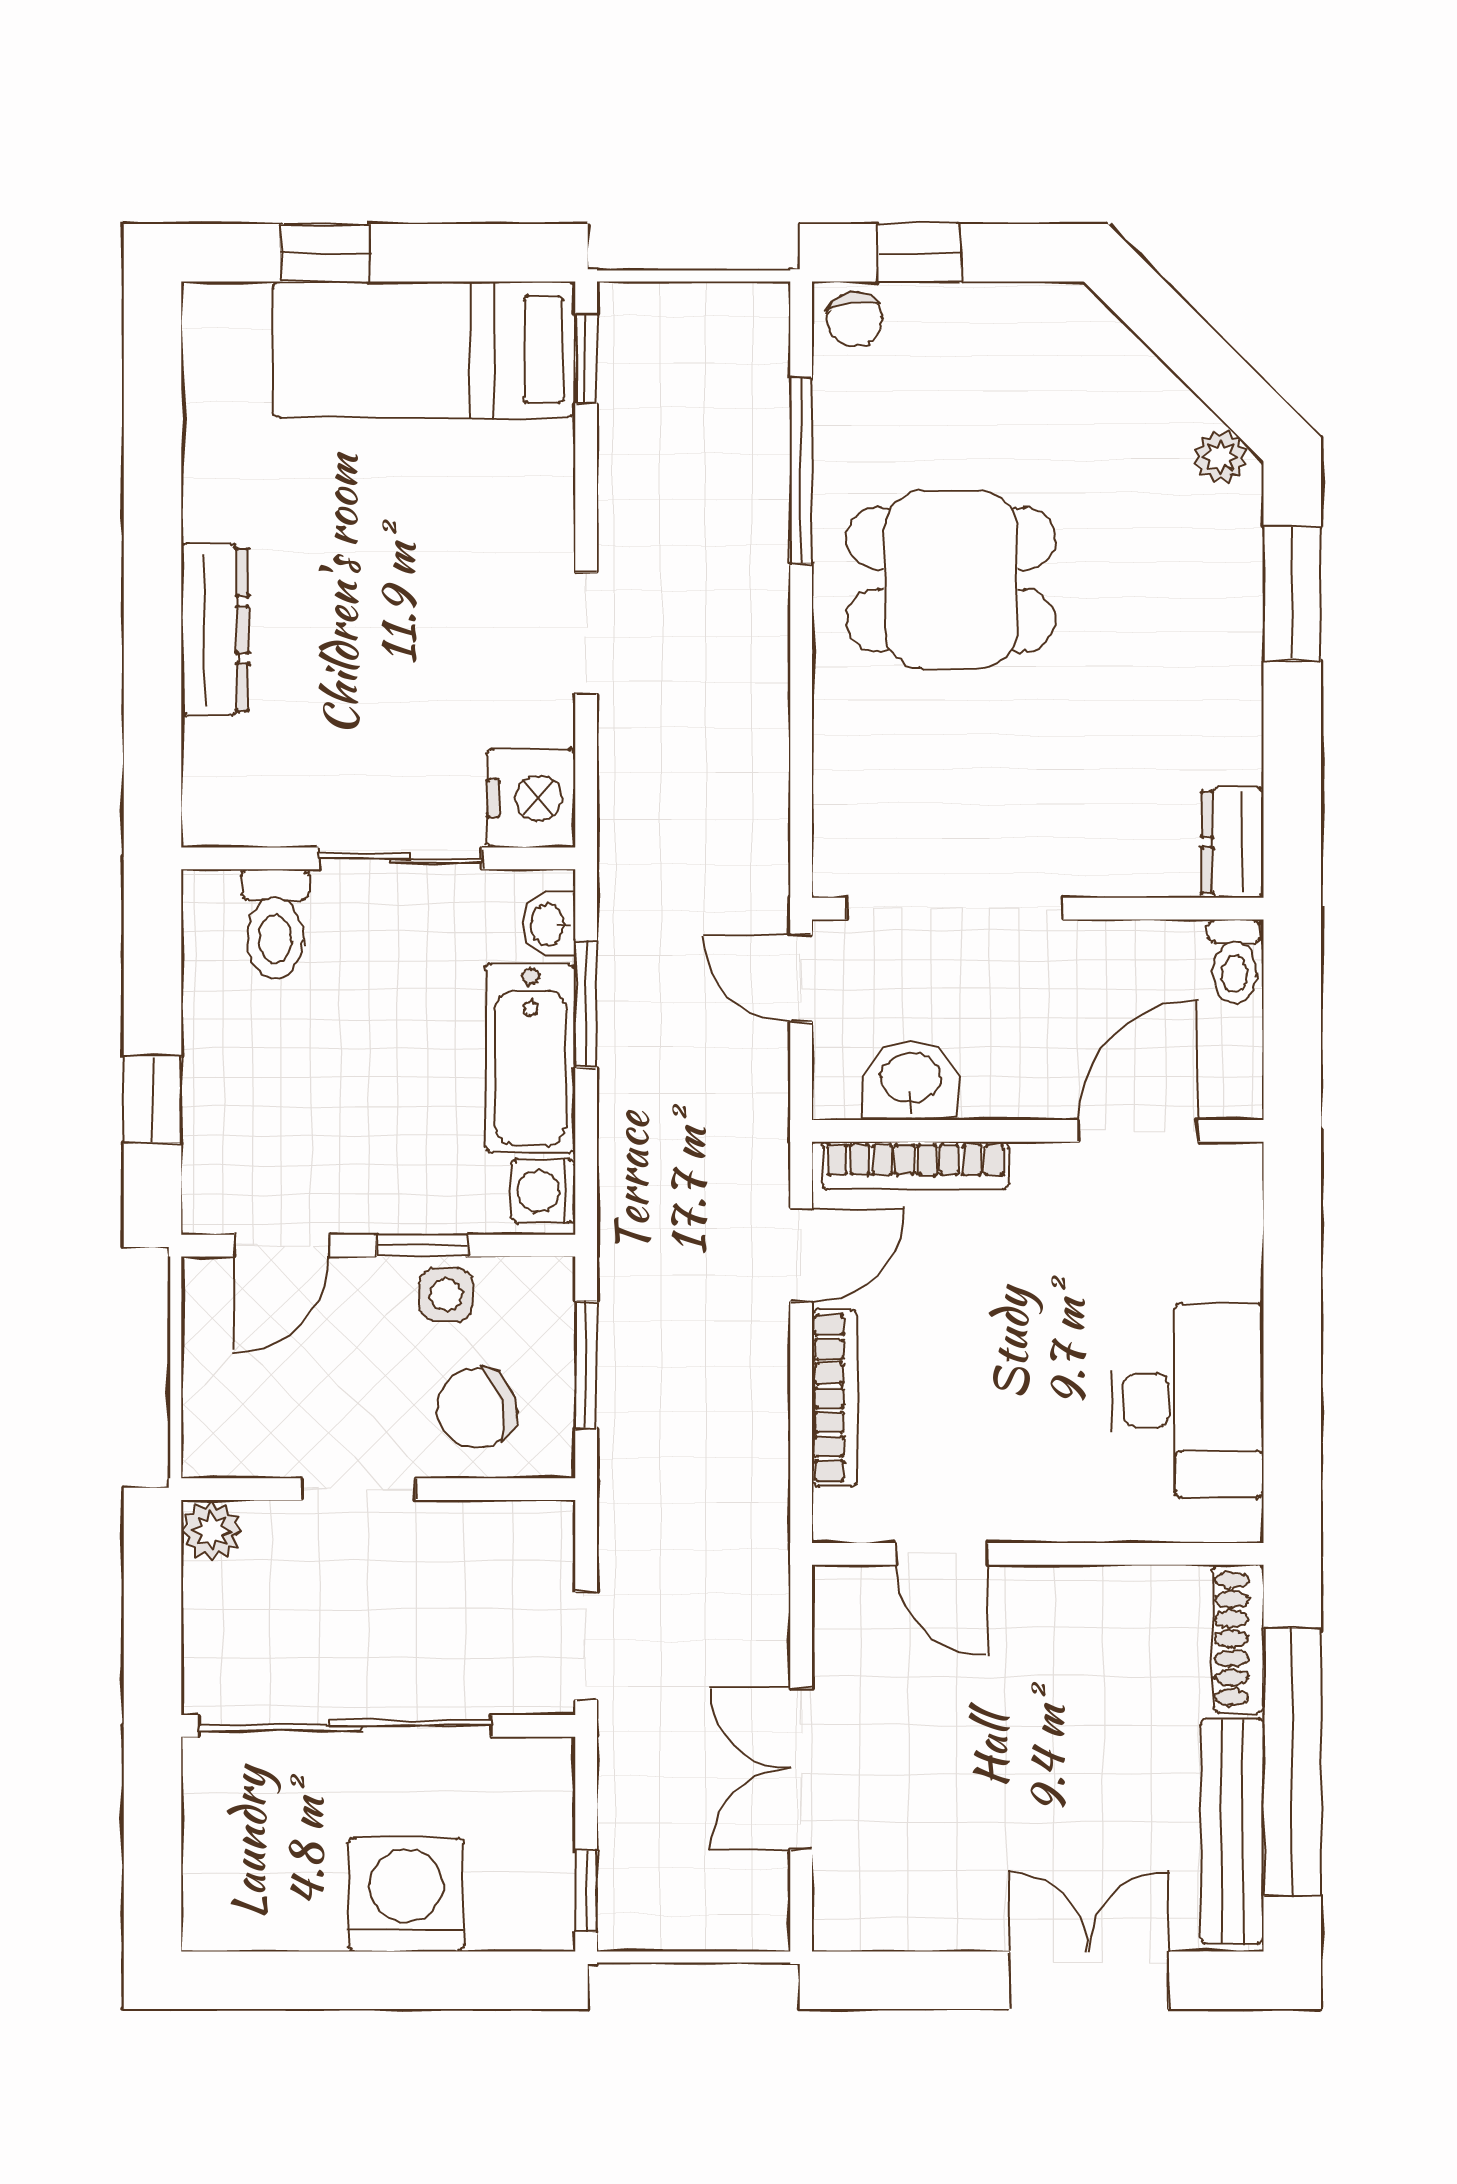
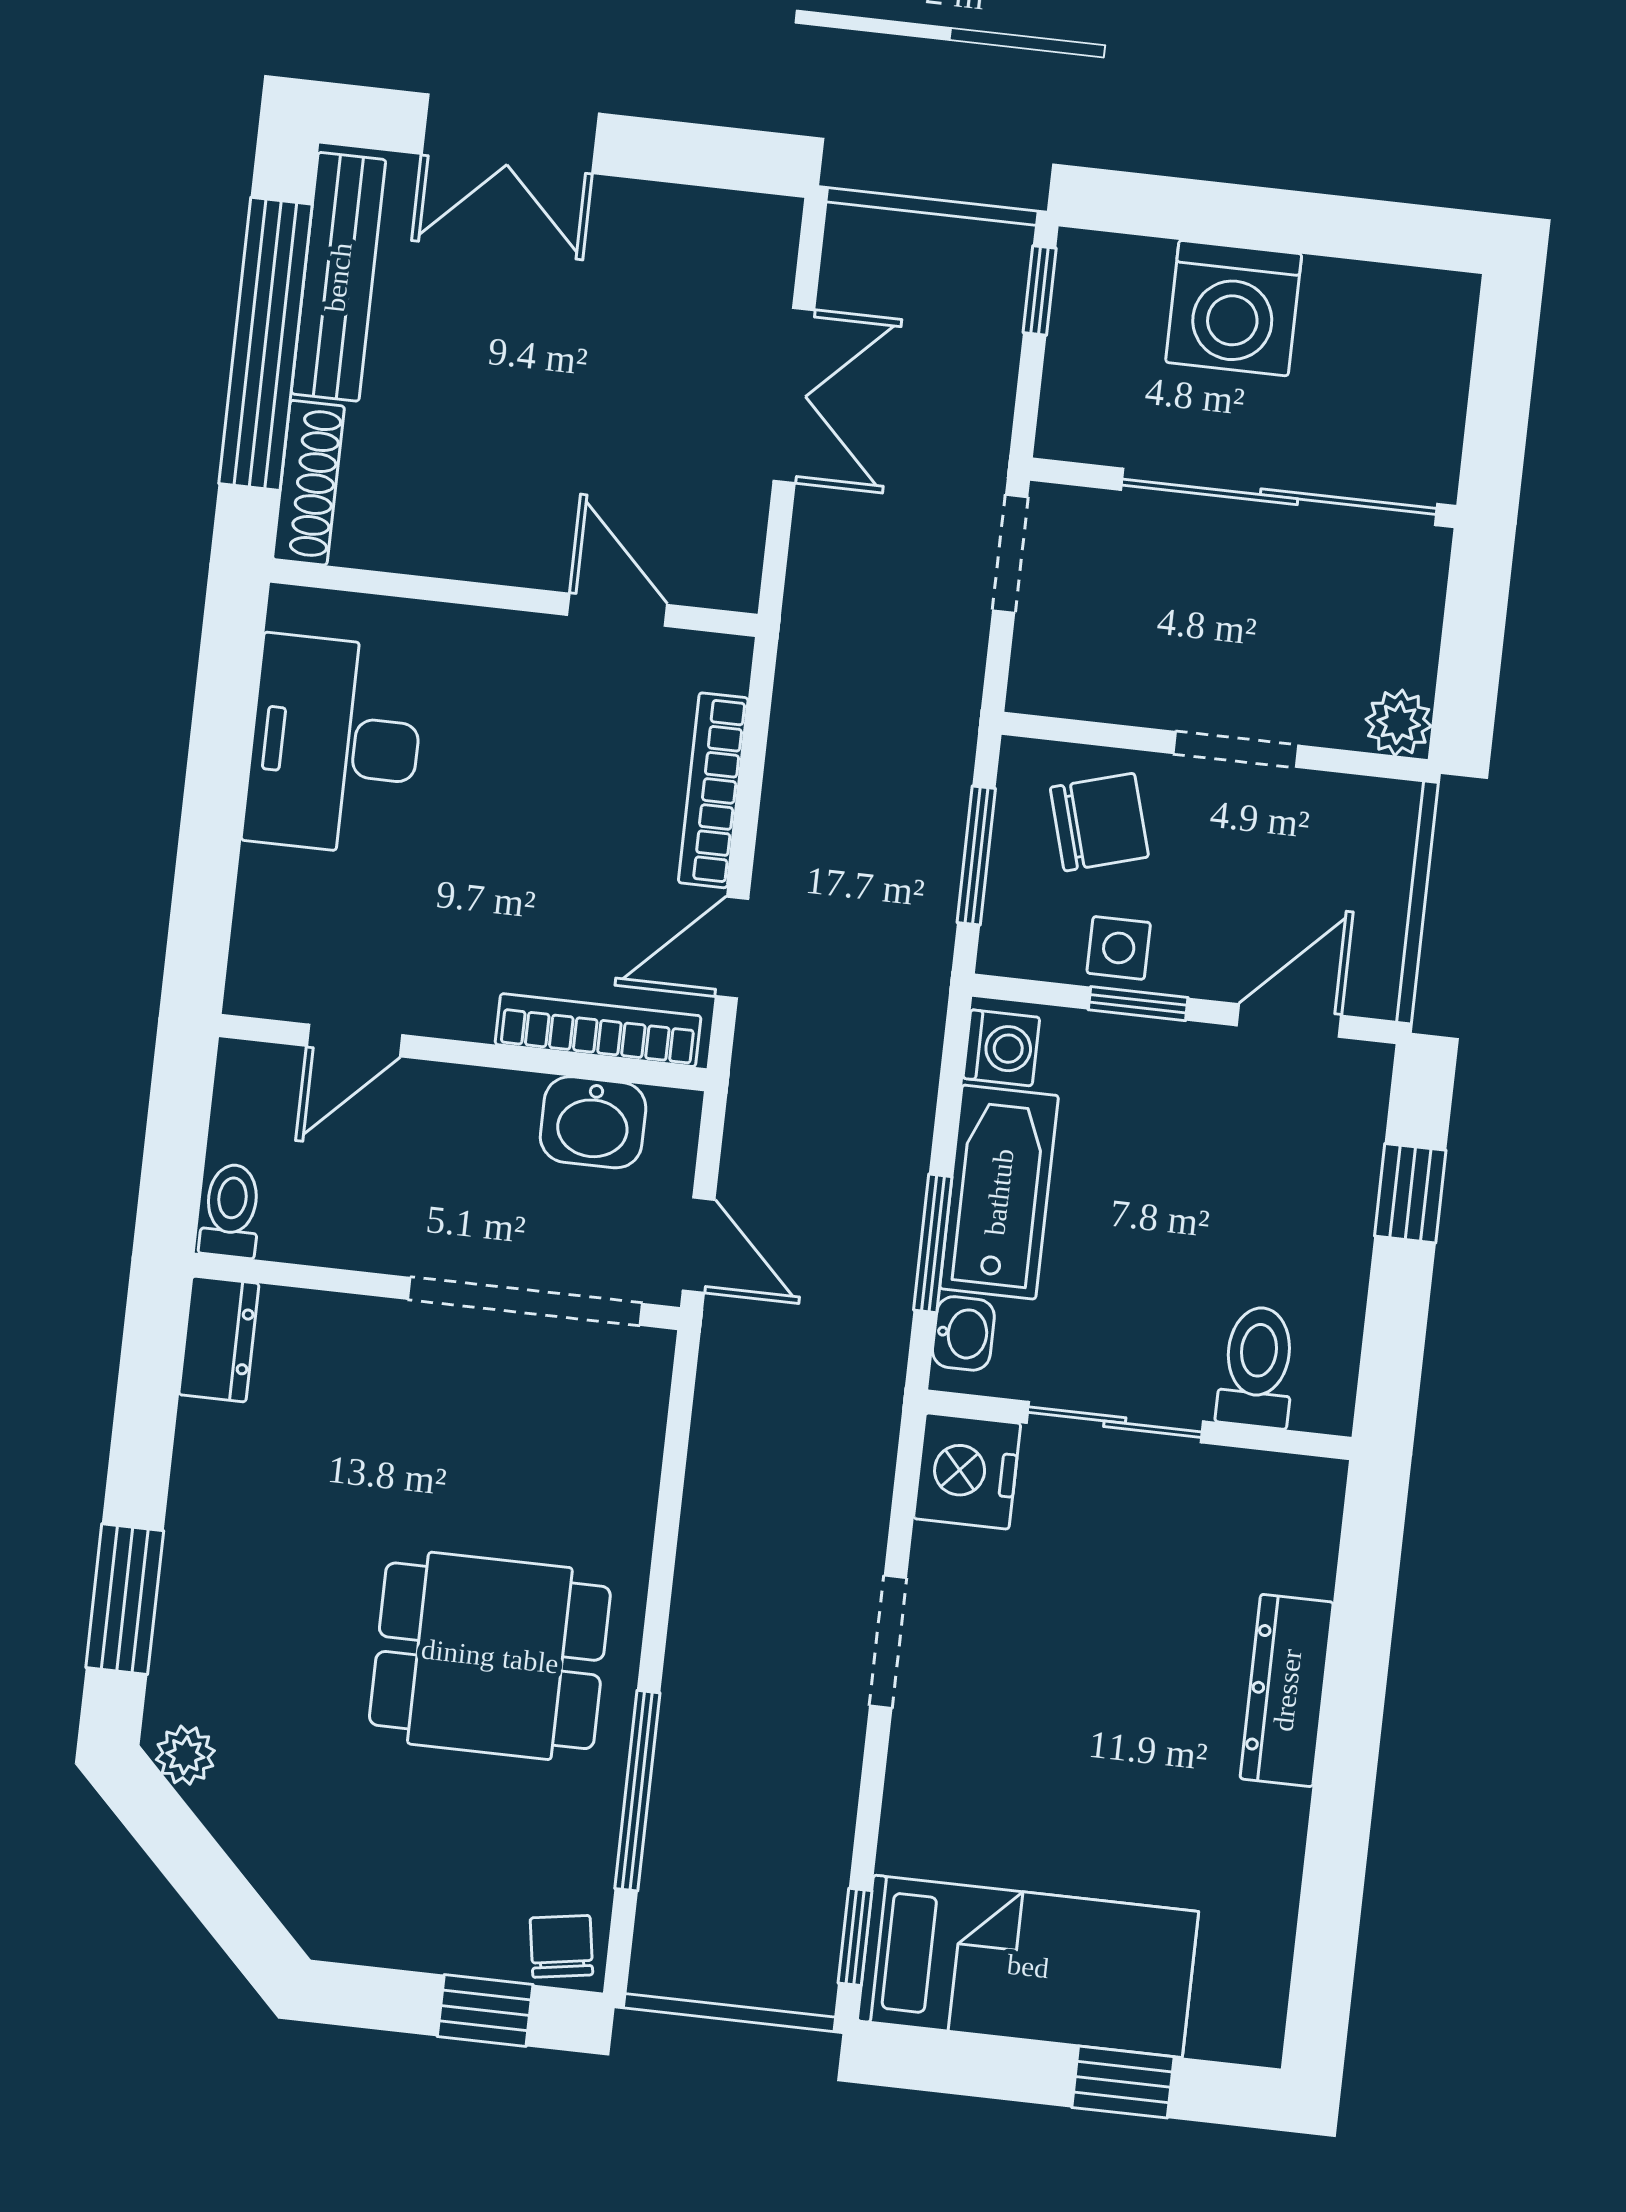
door: (1139, 1131) -> (354, 1040), width x0.73

